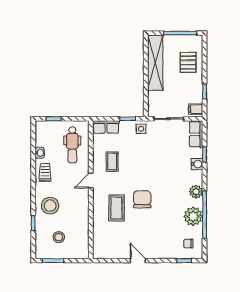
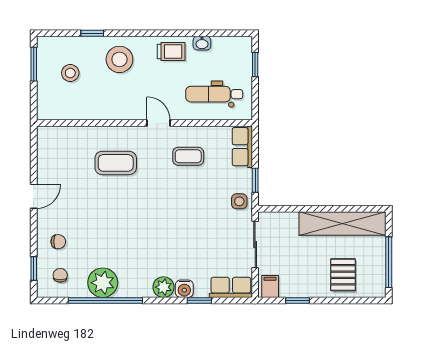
pallet: (188, 62) -> (343, 275), turned 90
plant: (196, 192) -> (163, 287), moved
chair: (142, 199) -> (58, 242), moved, width x0.54, depth x0.54

